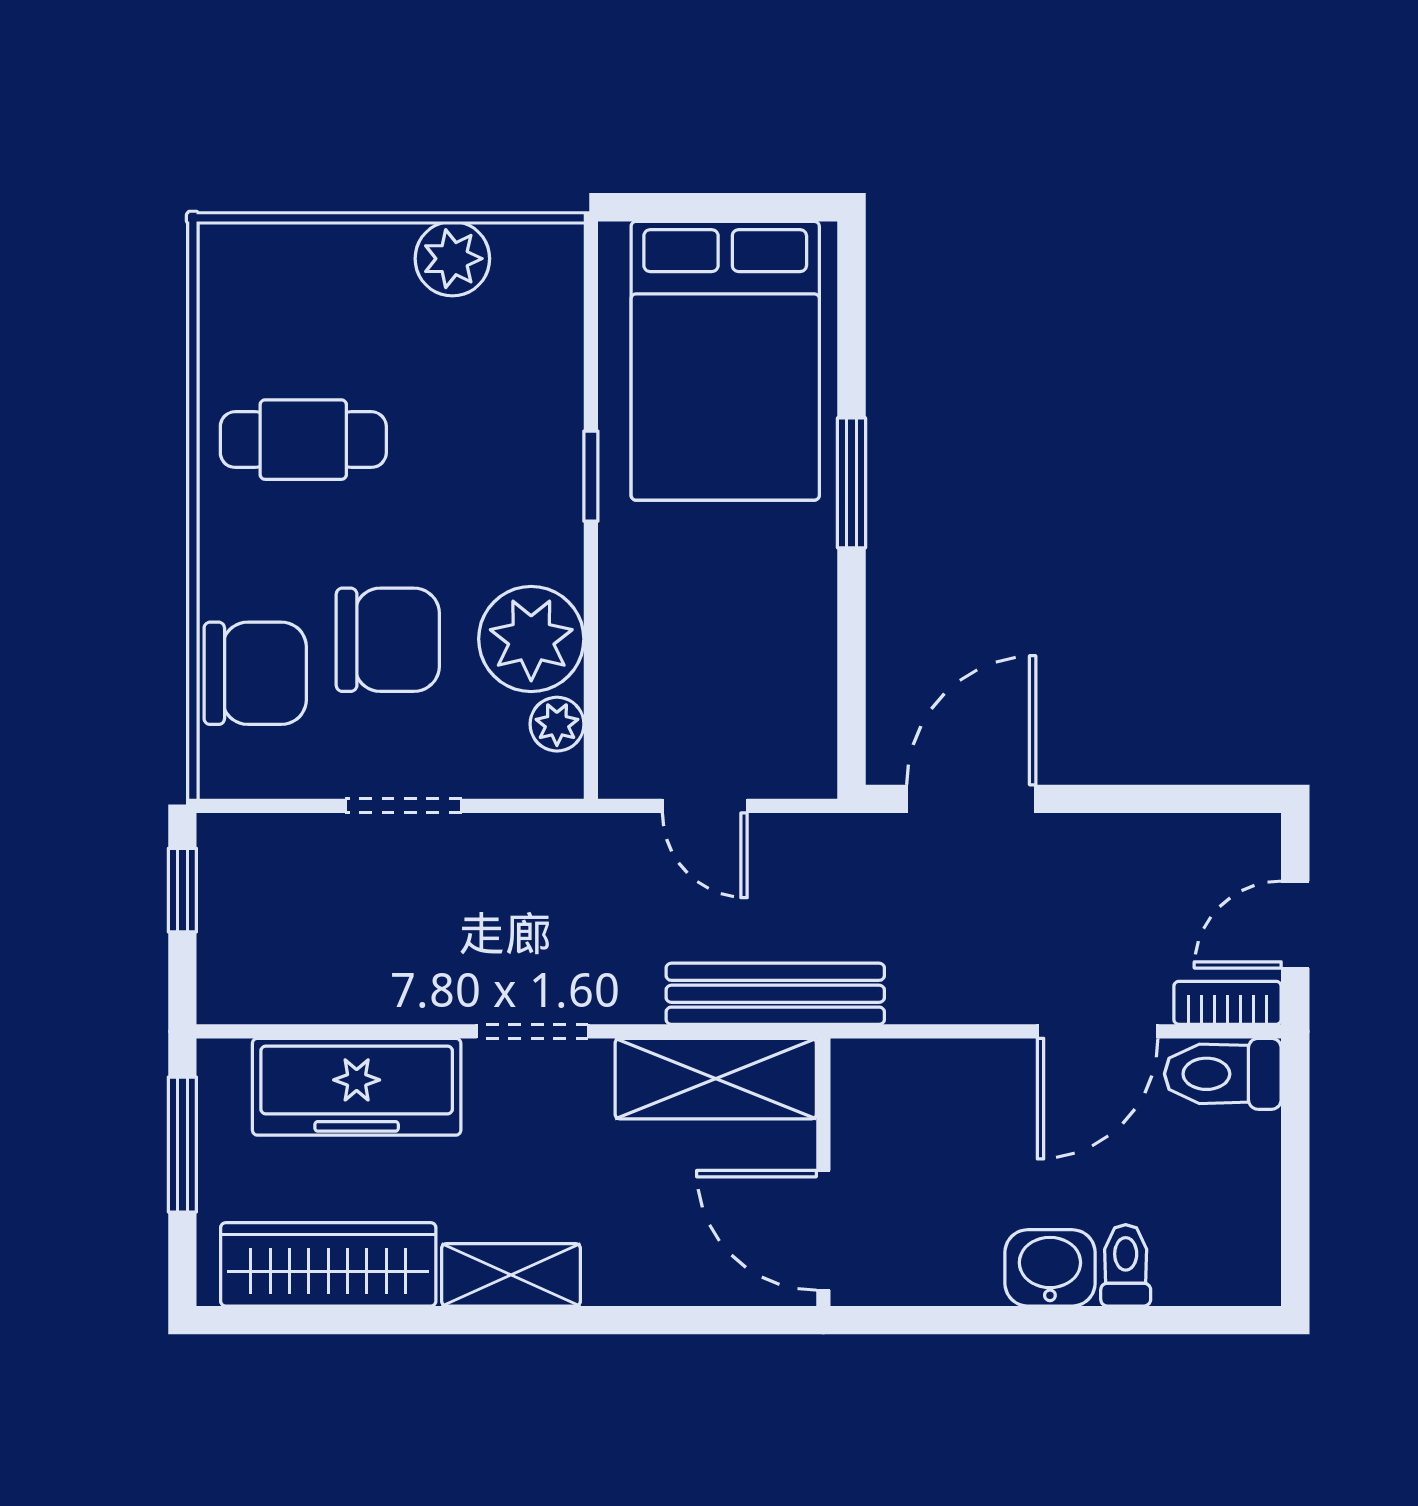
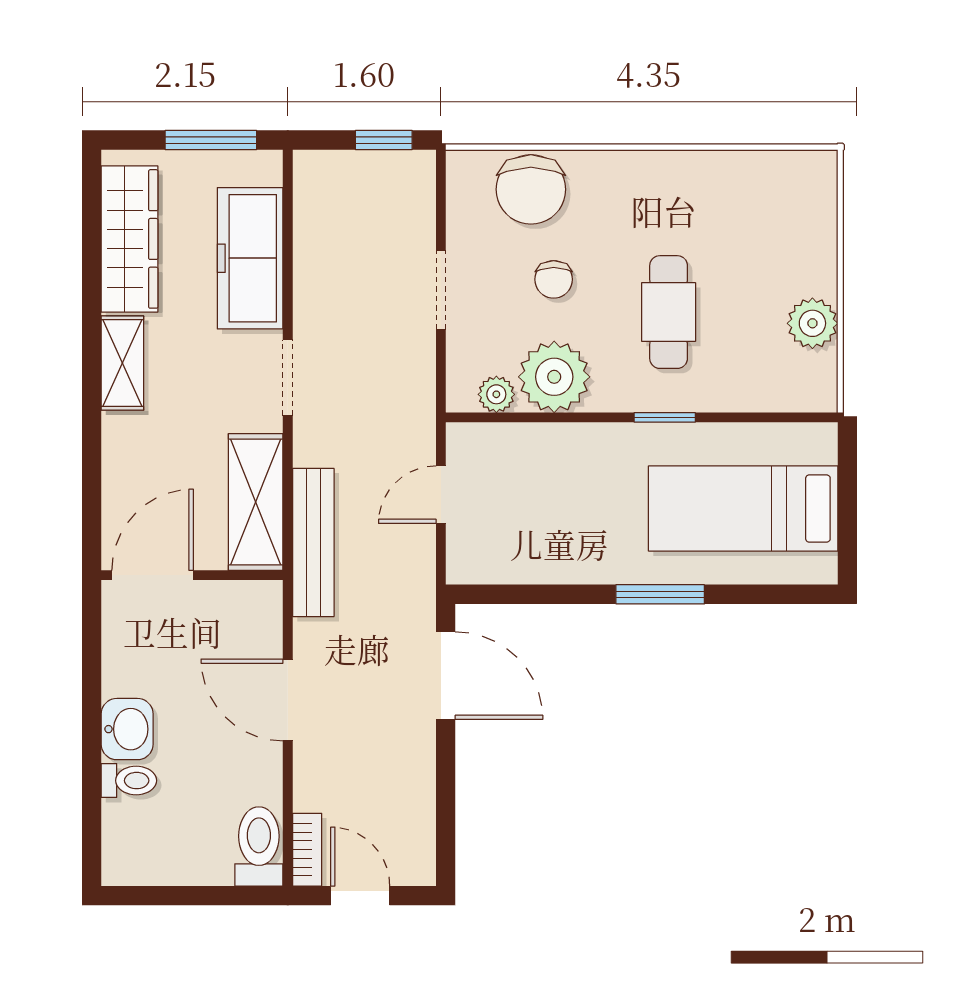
bed: (725, 361) -> (743, 509), width x0.67
cafe table: (303, 440) -> (669, 312), moved
chair: (388, 640) -> (554, 279), width x0.54, depth x0.54
door: (1098, 1031) -> (288, 700), moved

